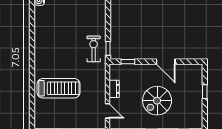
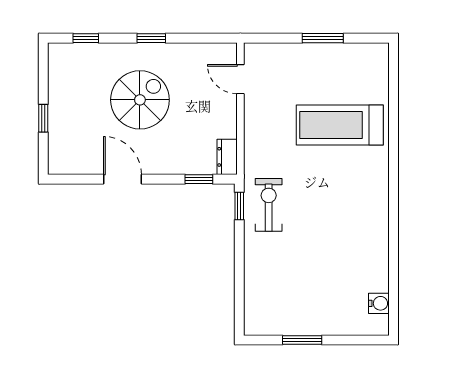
exercise bike: (94, 49) -> (269, 205), turned 180
dresser: (114, 89) -> (227, 157), moved

